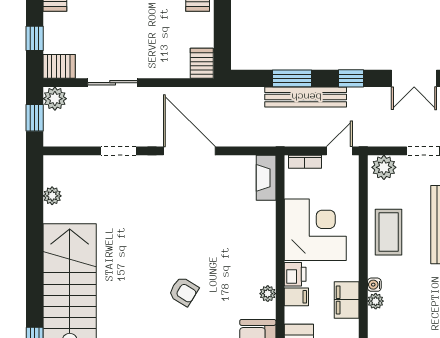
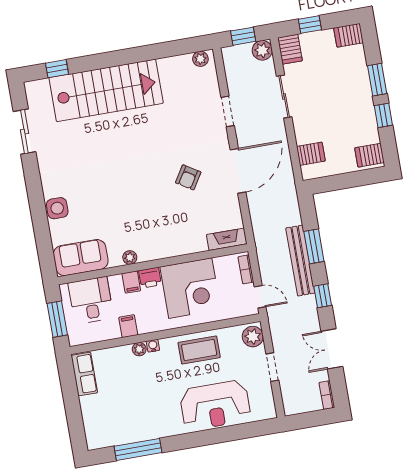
server rack: (202, 63) -> (311, 154), moved
plant: (52, 196) -> (200, 59), moved
armchair: (184, 291) -> (188, 177), moved
filing cabinet: (347, 300) -> (128, 326), width x0.50

